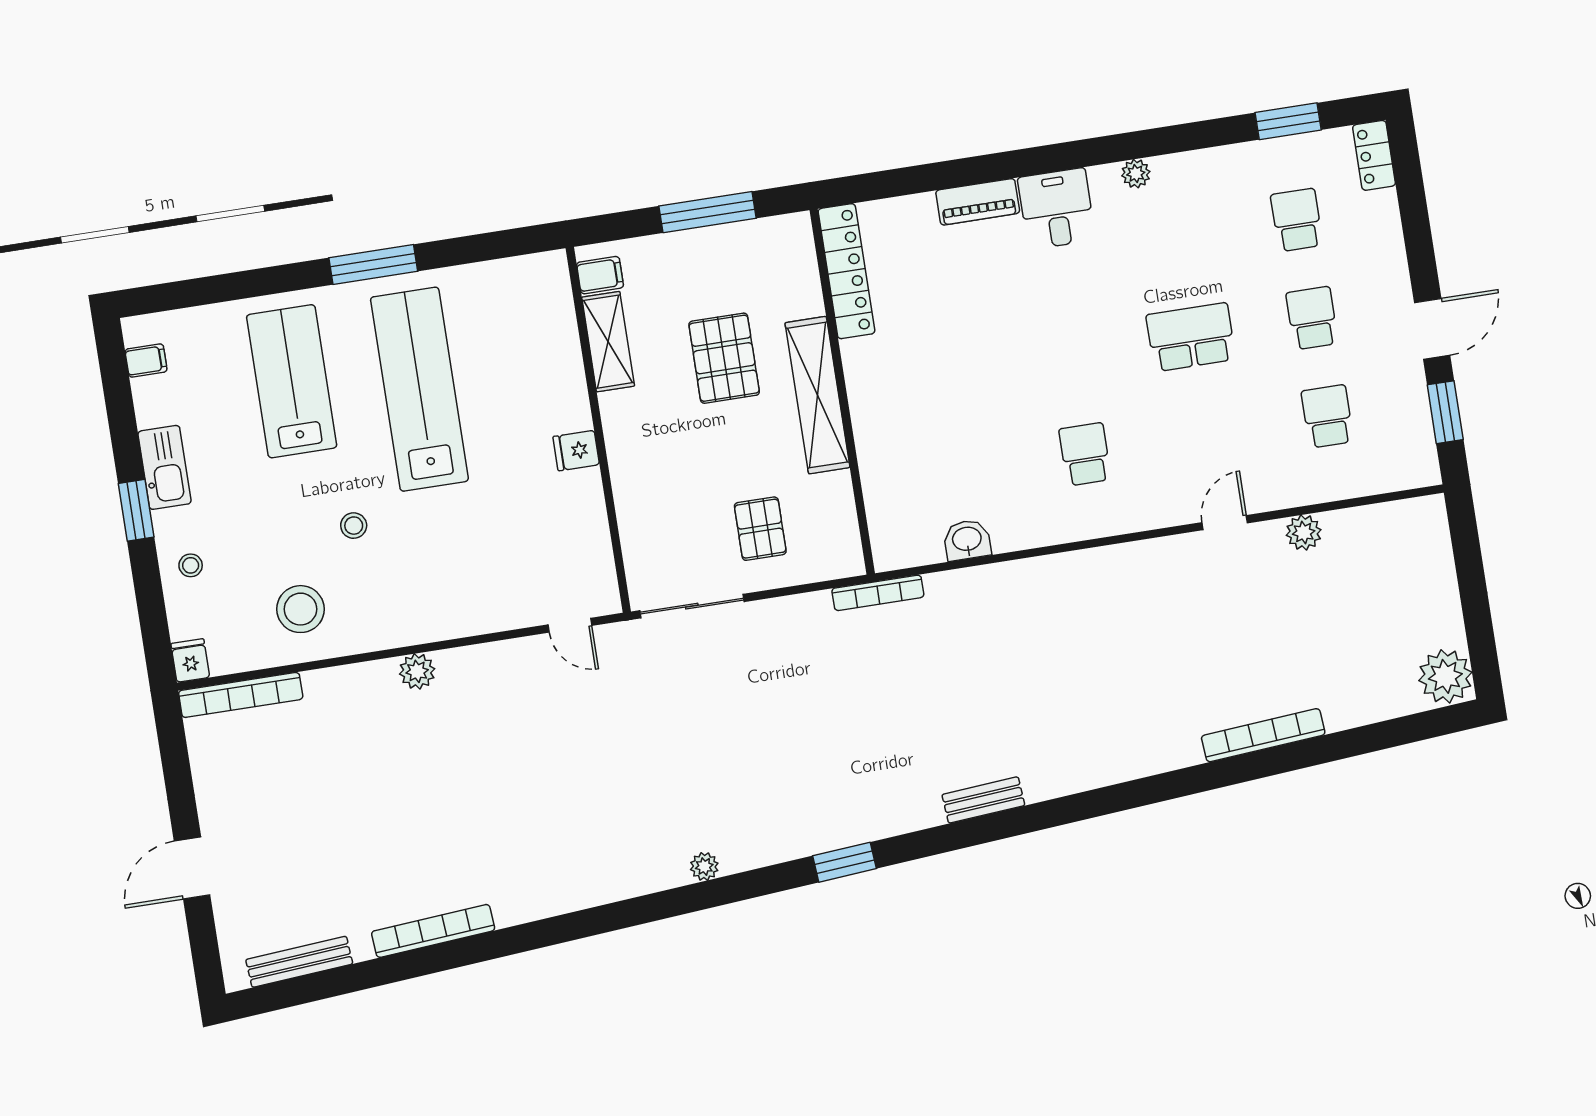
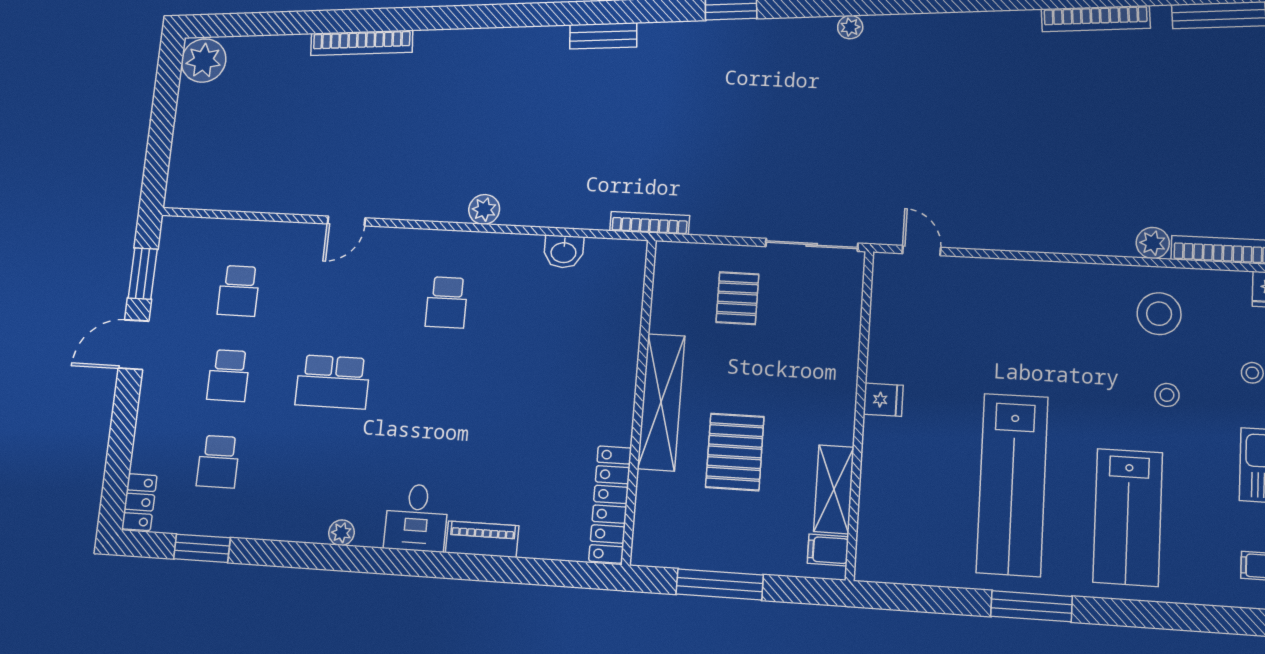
stool: (354, 526) -> (1167, 395), moved
plant: (1304, 532) -> (484, 209), moved
plant: (417, 671) -> (1153, 243), moved

